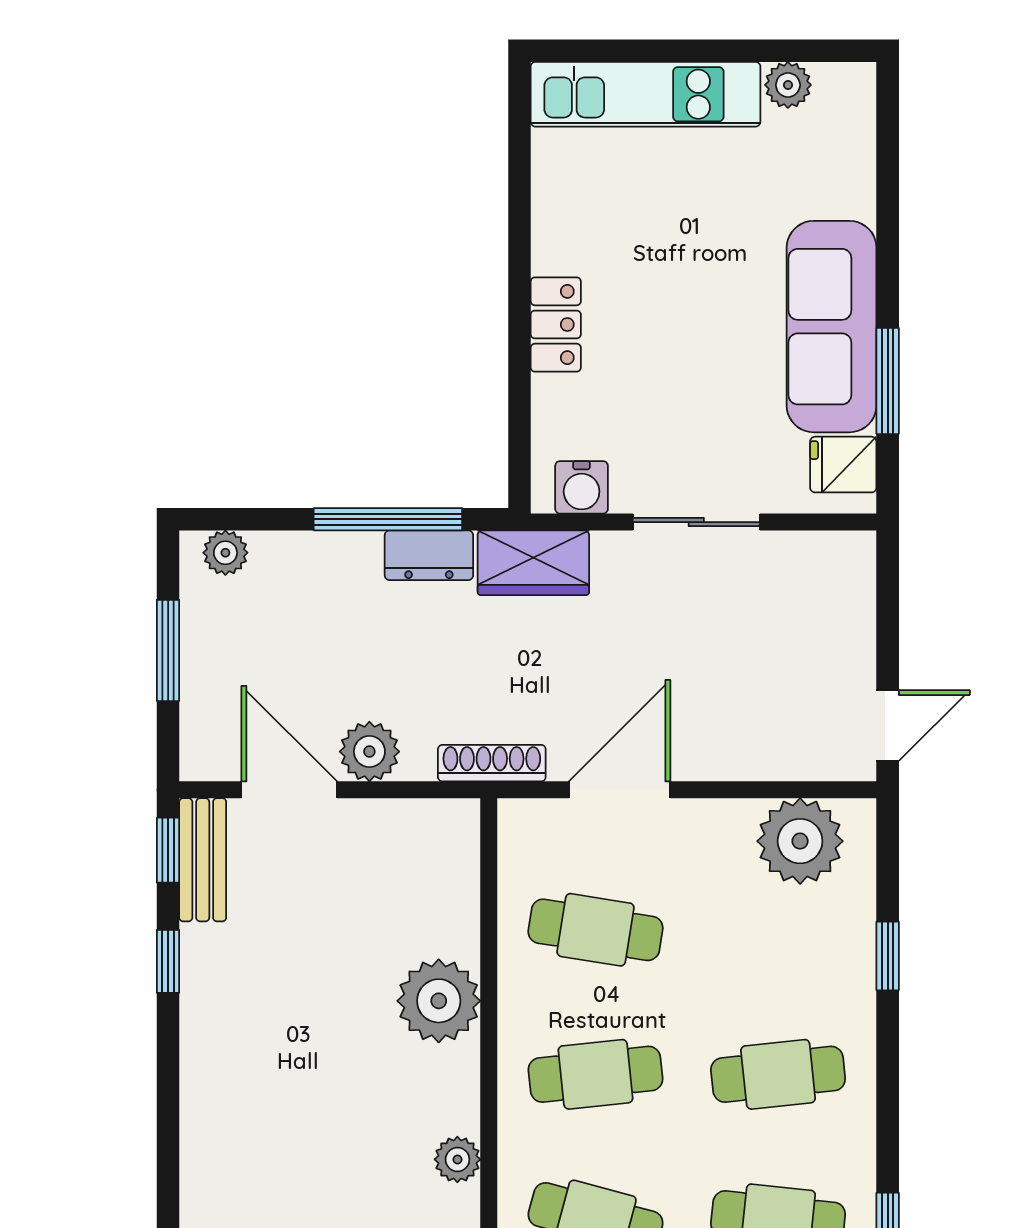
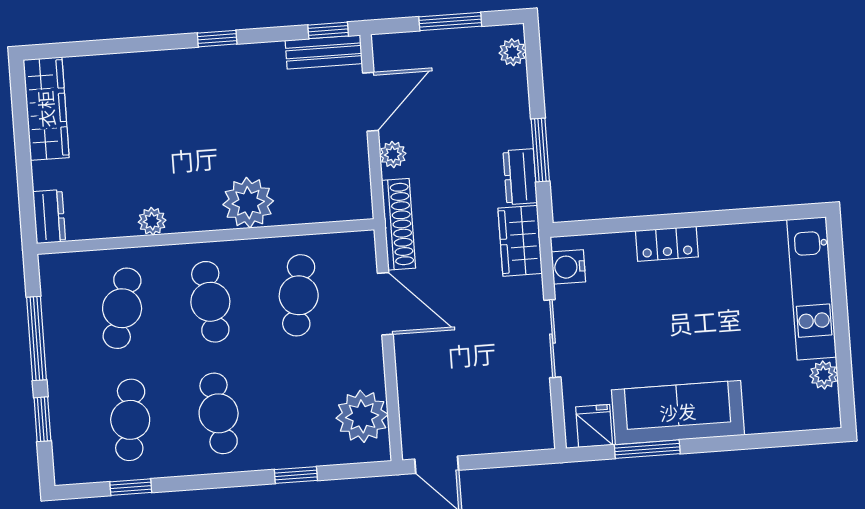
window: (388, 519) -> (540, 150), width x0.69
plant: (369, 752) -> (393, 154), width x0.73, depth x0.73
shoe rack: (492, 763) -> (399, 224), width x1.36, depth x1.24
window: (168, 961) -> (217, 39), moved

